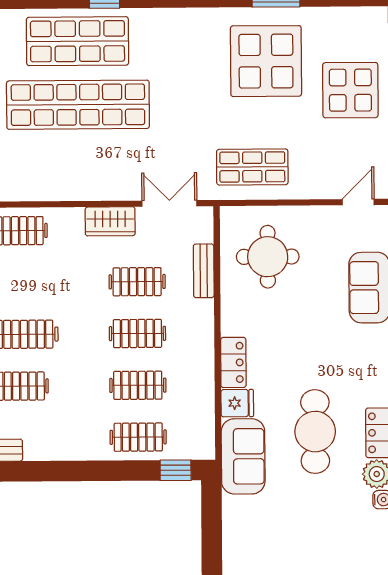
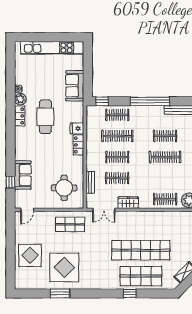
clothes rail: (138, 385) -> (117, 136), width x1.36
sofa: (243, 456) -> (75, 86), moved
window: (58, 471) -> (150, 101), added

